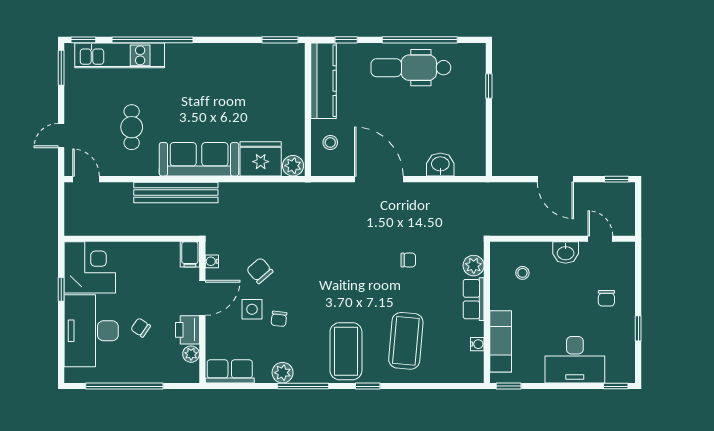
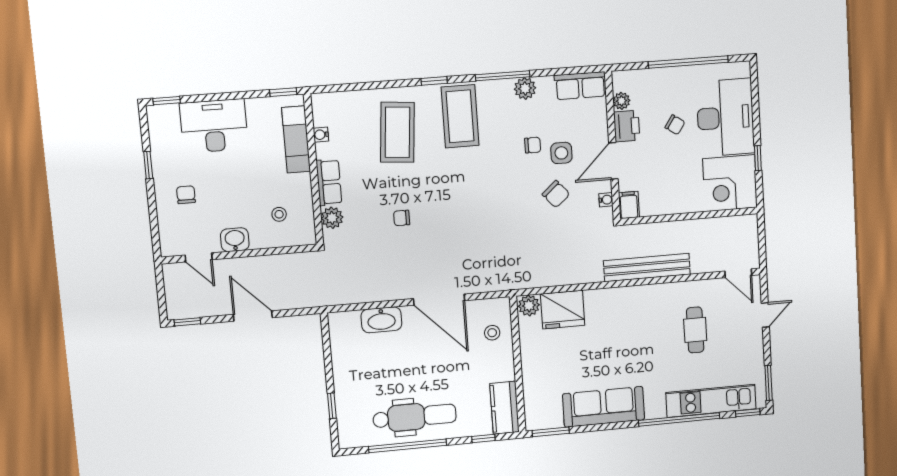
kitchen counter: (323, 81) -> (505, 408), width x0.67
sofa: (199, 159) -> (604, 407), moved, turned 180
washbasin: (440, 165) -> (381, 320), width x1.38
chair: (279, 319) -> (533, 145), turned 83

